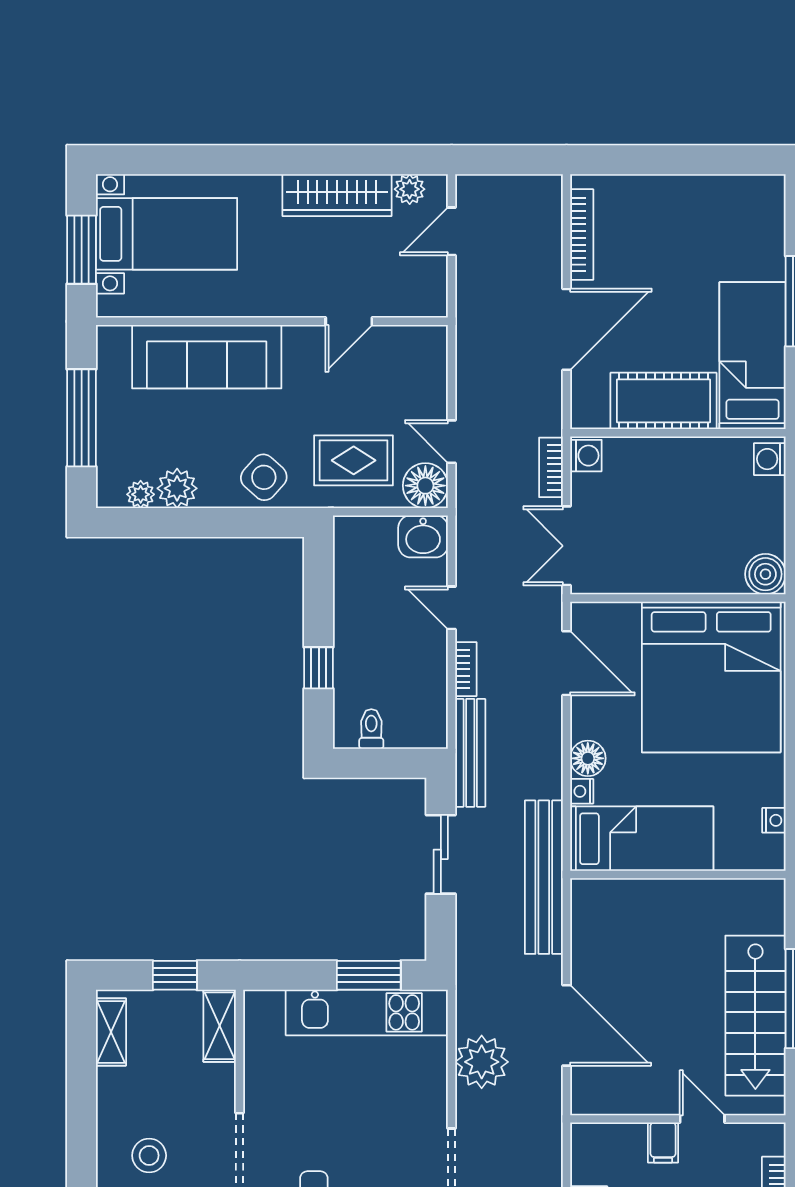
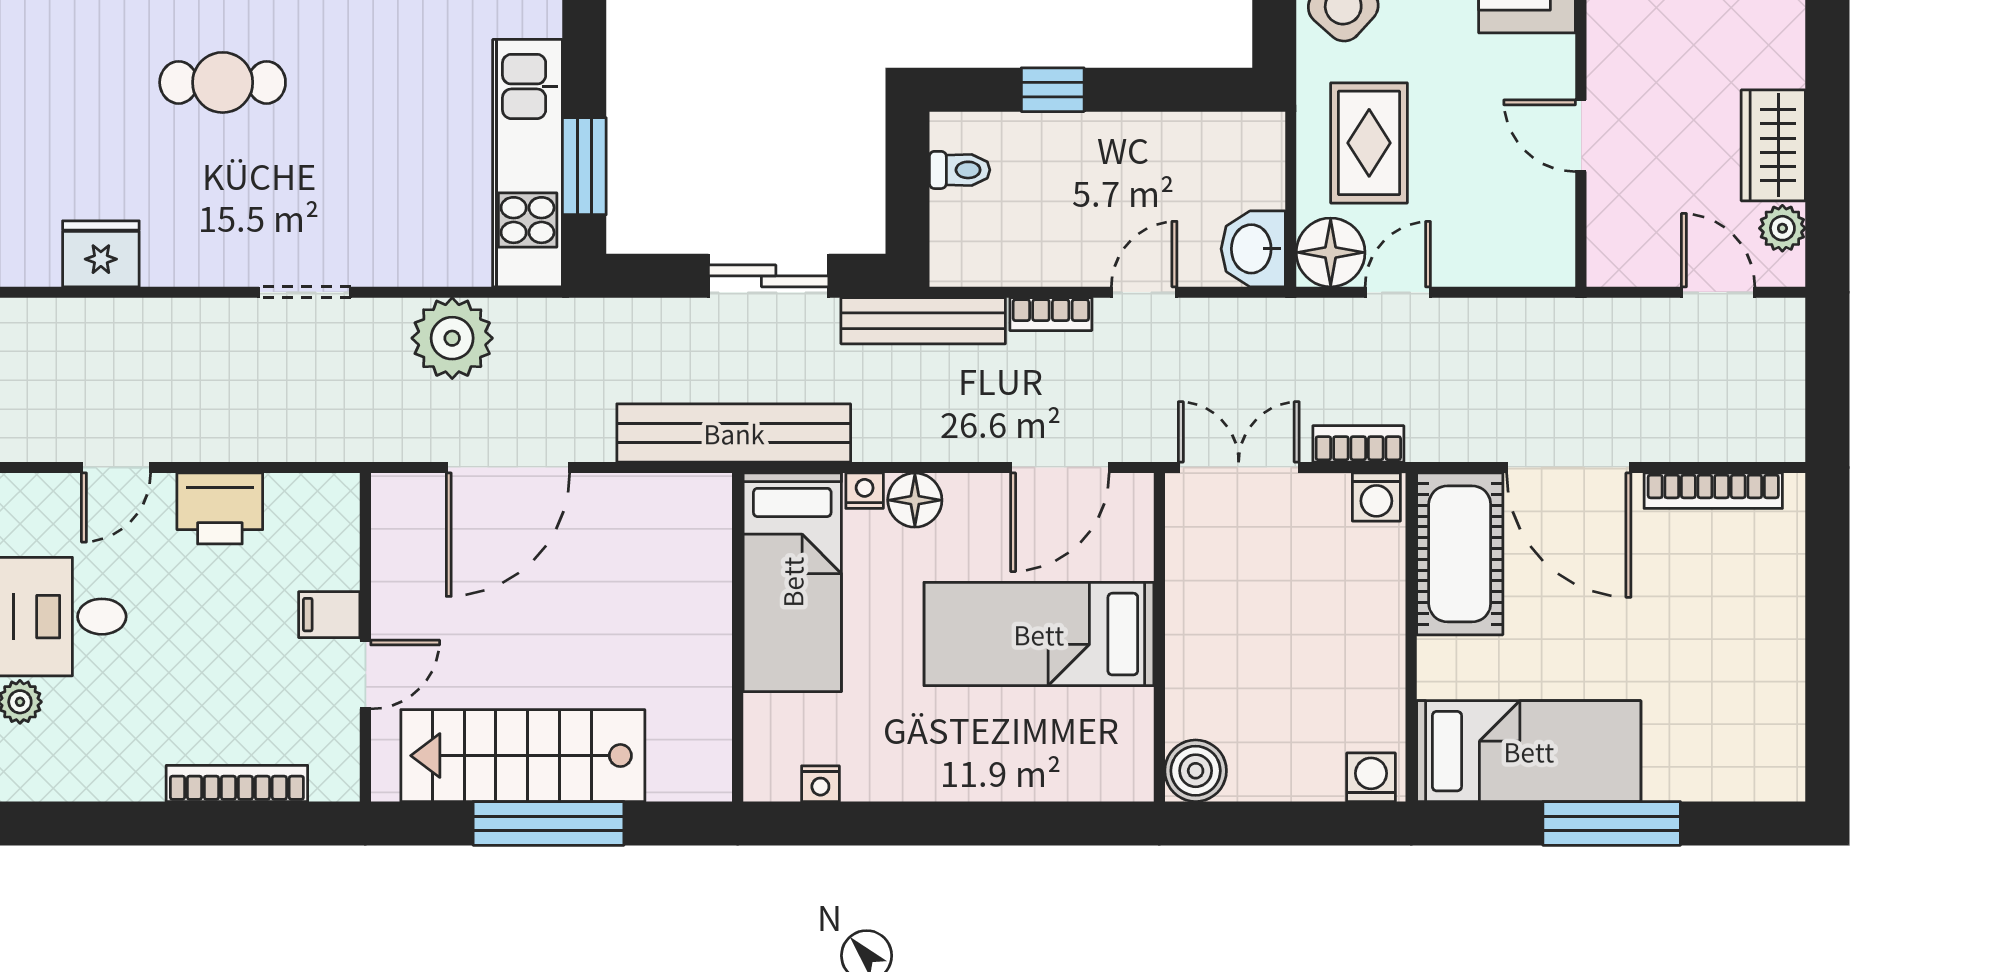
wardrobe: (337, 195) -> (1773, 145), width x0.67
cot: (664, 401) -> (1460, 554), moved
bed: (711, 677) -> (1039, 634), width x0.49

